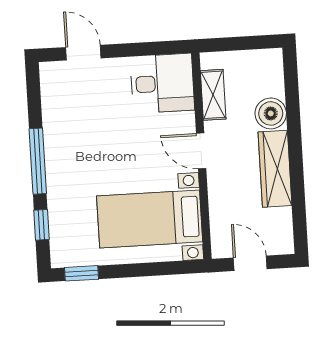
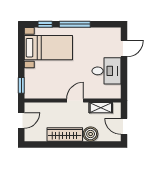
door: (250, 43) -> (124, 126), added
desk: (162, 83) -> (107, 71), moved, turned -90
bed with nightstands: (150, 219) -> (48, 48), moved, turned 90
window: (82, 273) -> (21, 85), moved

